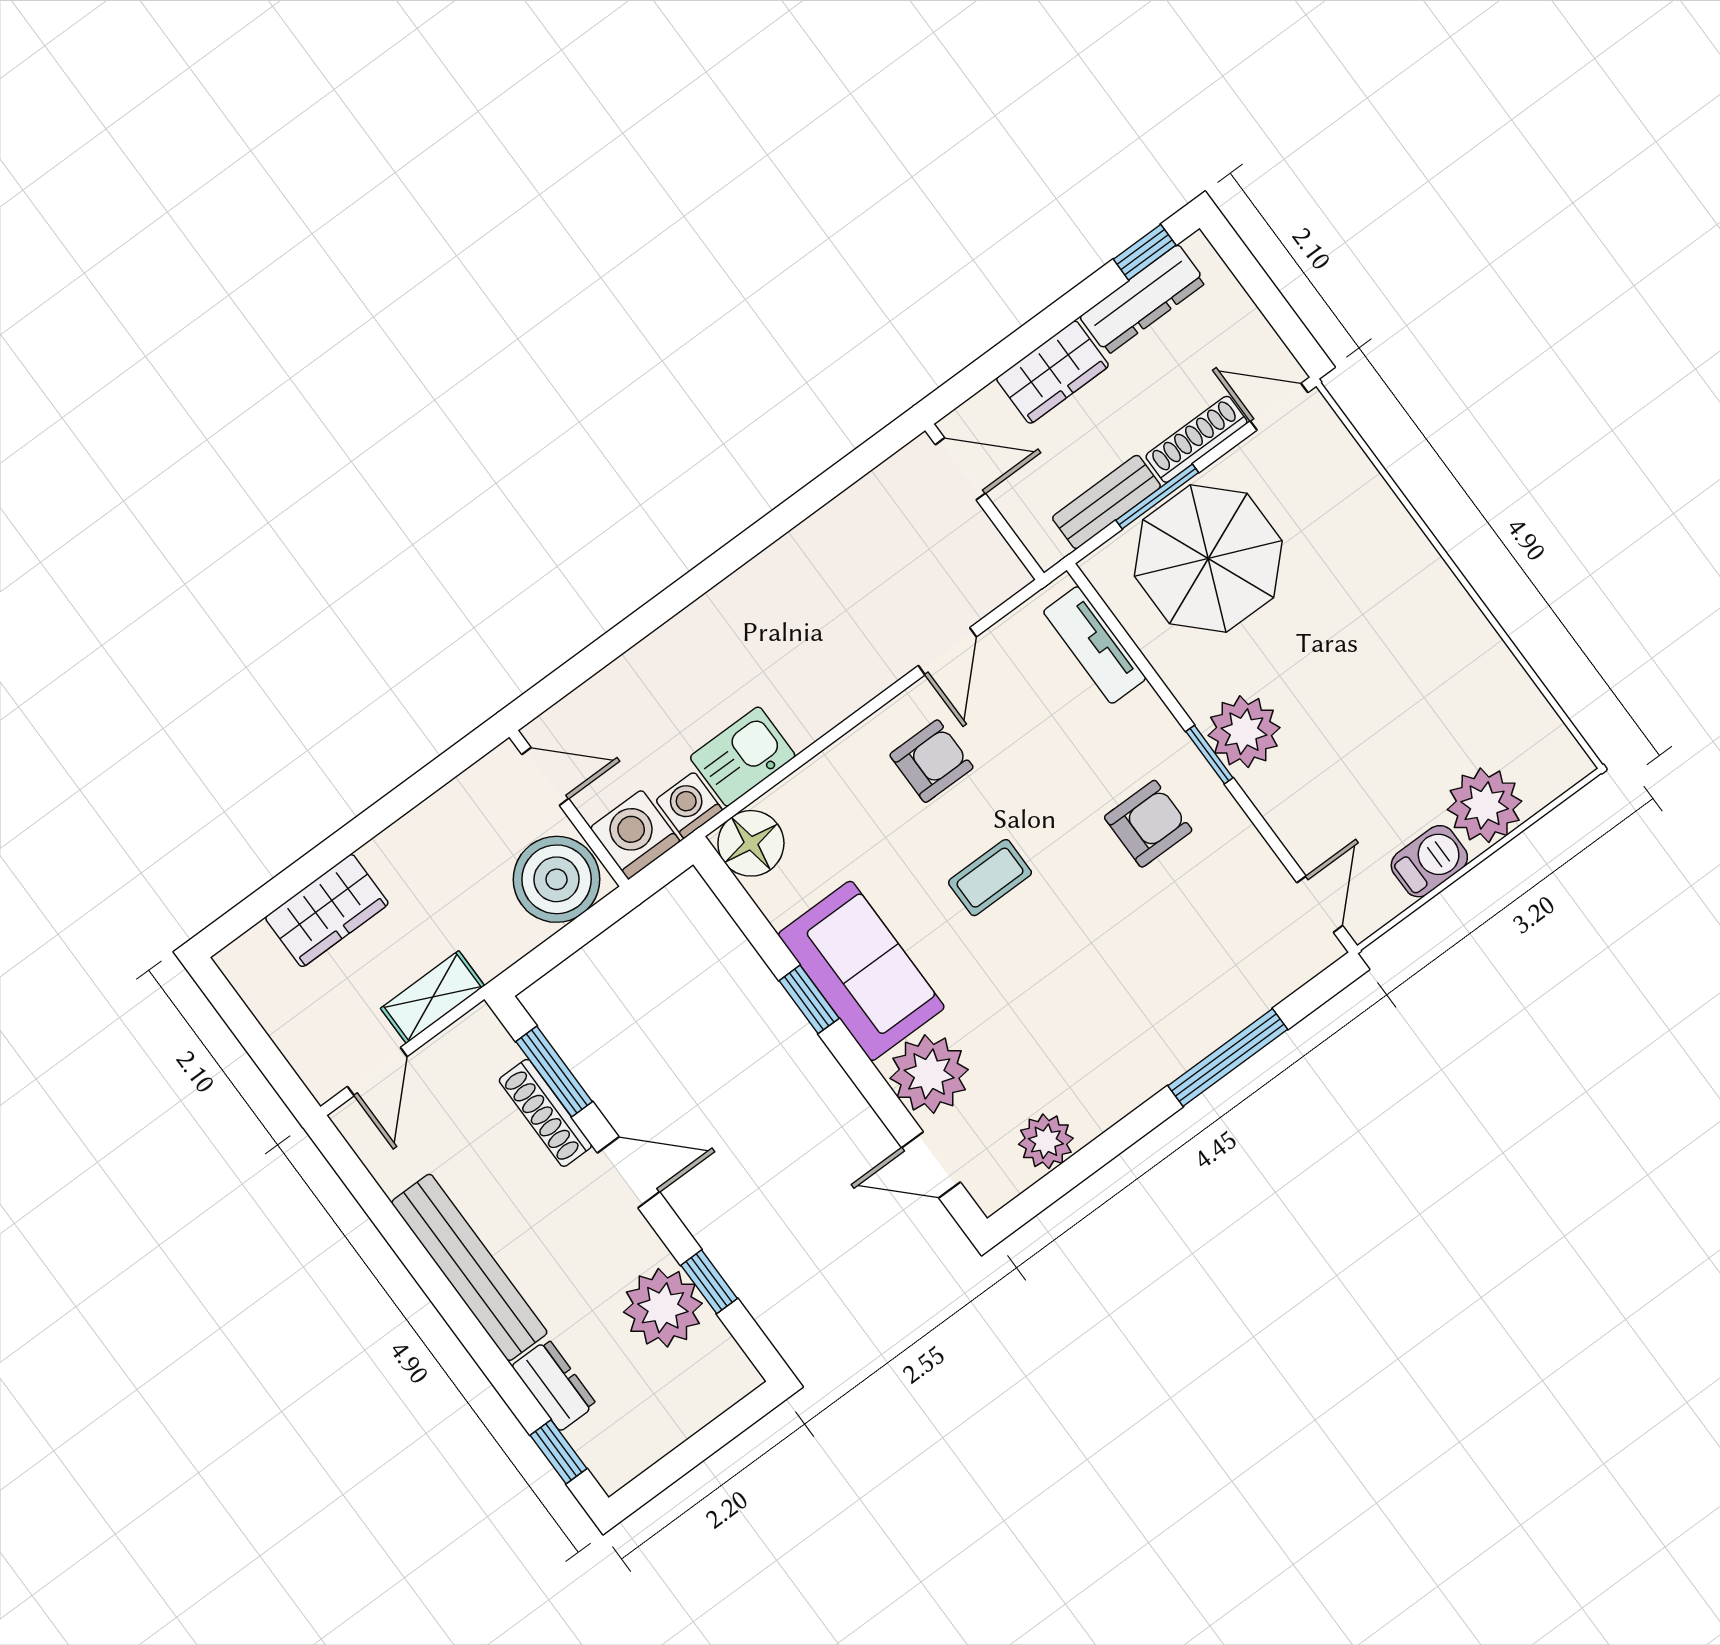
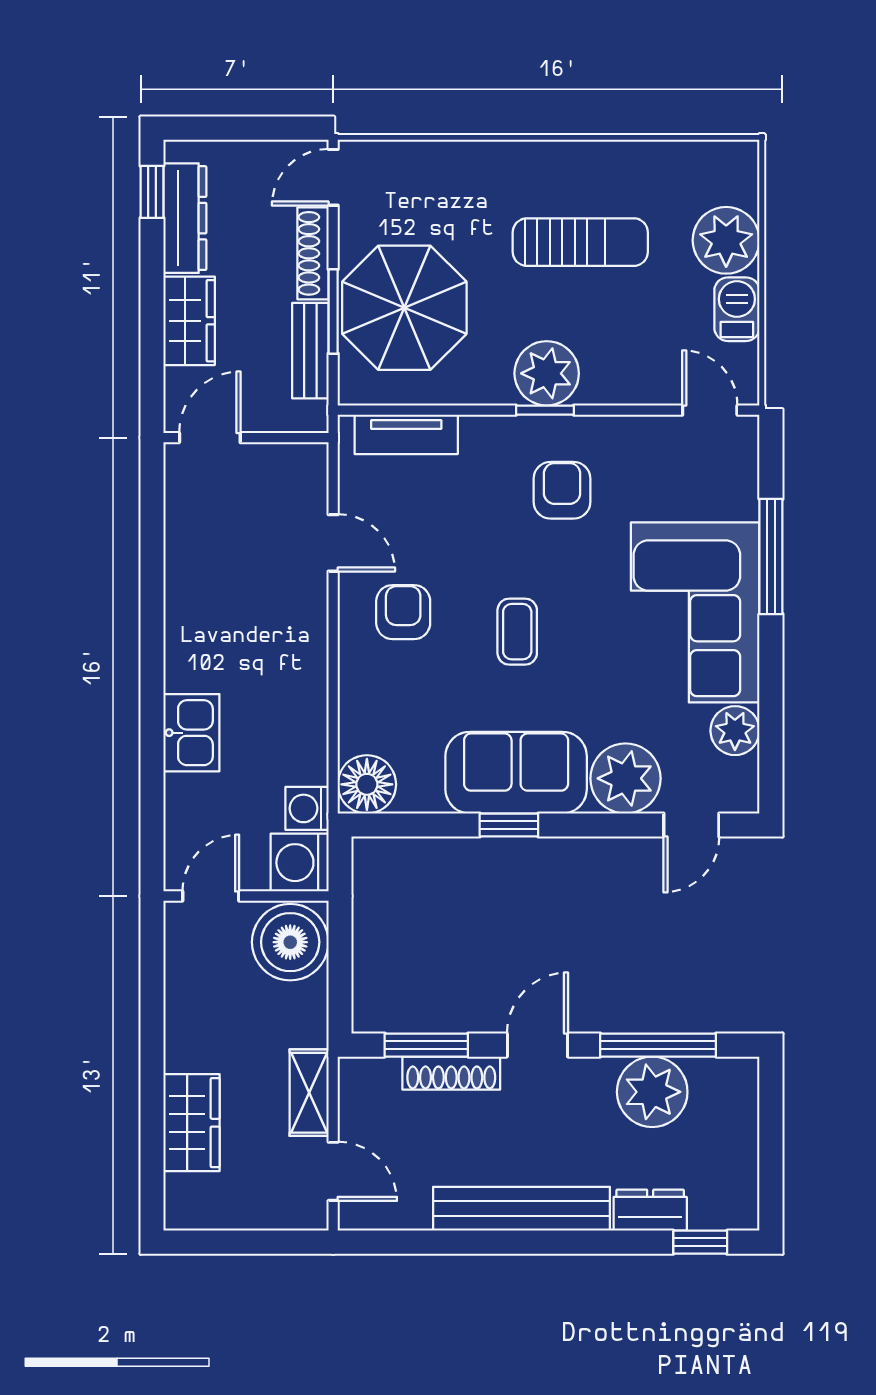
sun lounger: (1385, 674) -> (580, 242), added
kitchen sink: (743, 757) -> (191, 733), moved, turned 180
corner sofa: (1126, 1026) -> (695, 612), added
window: (709, 1282) -> (658, 1045), width x2.17

